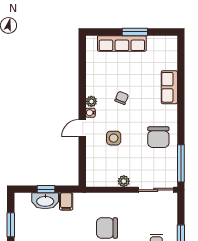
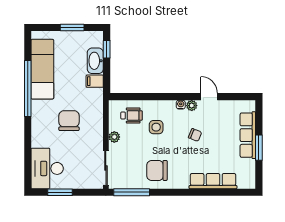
row of seats: (169, 87) -> (213, 181), width x1.48
door: (82, 128) -> (209, 97), moved
wheelchair: (102, 163) -> (132, 116), added
window: (46, 189) -> (107, 49), moved

